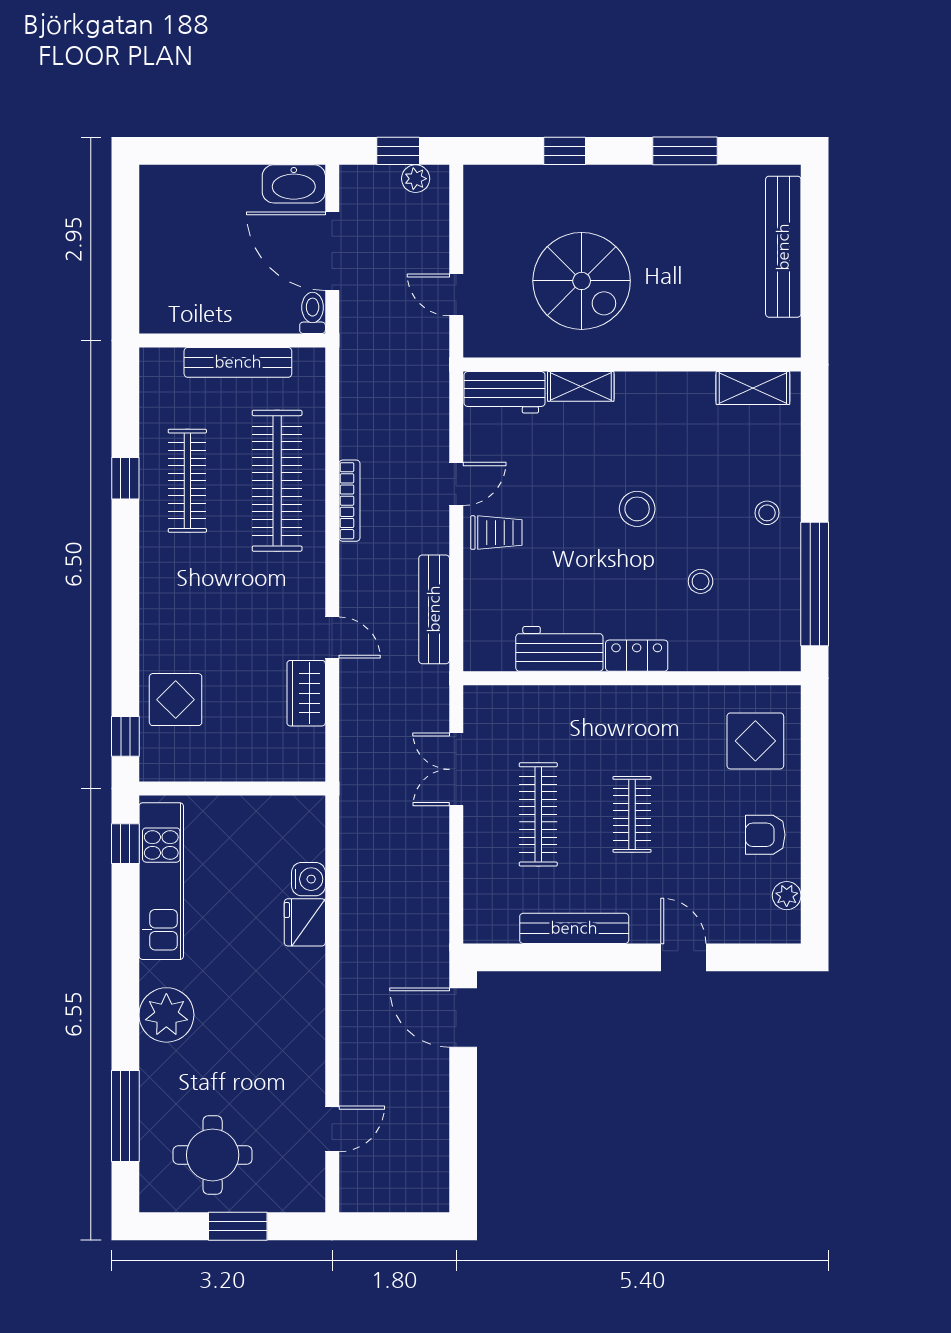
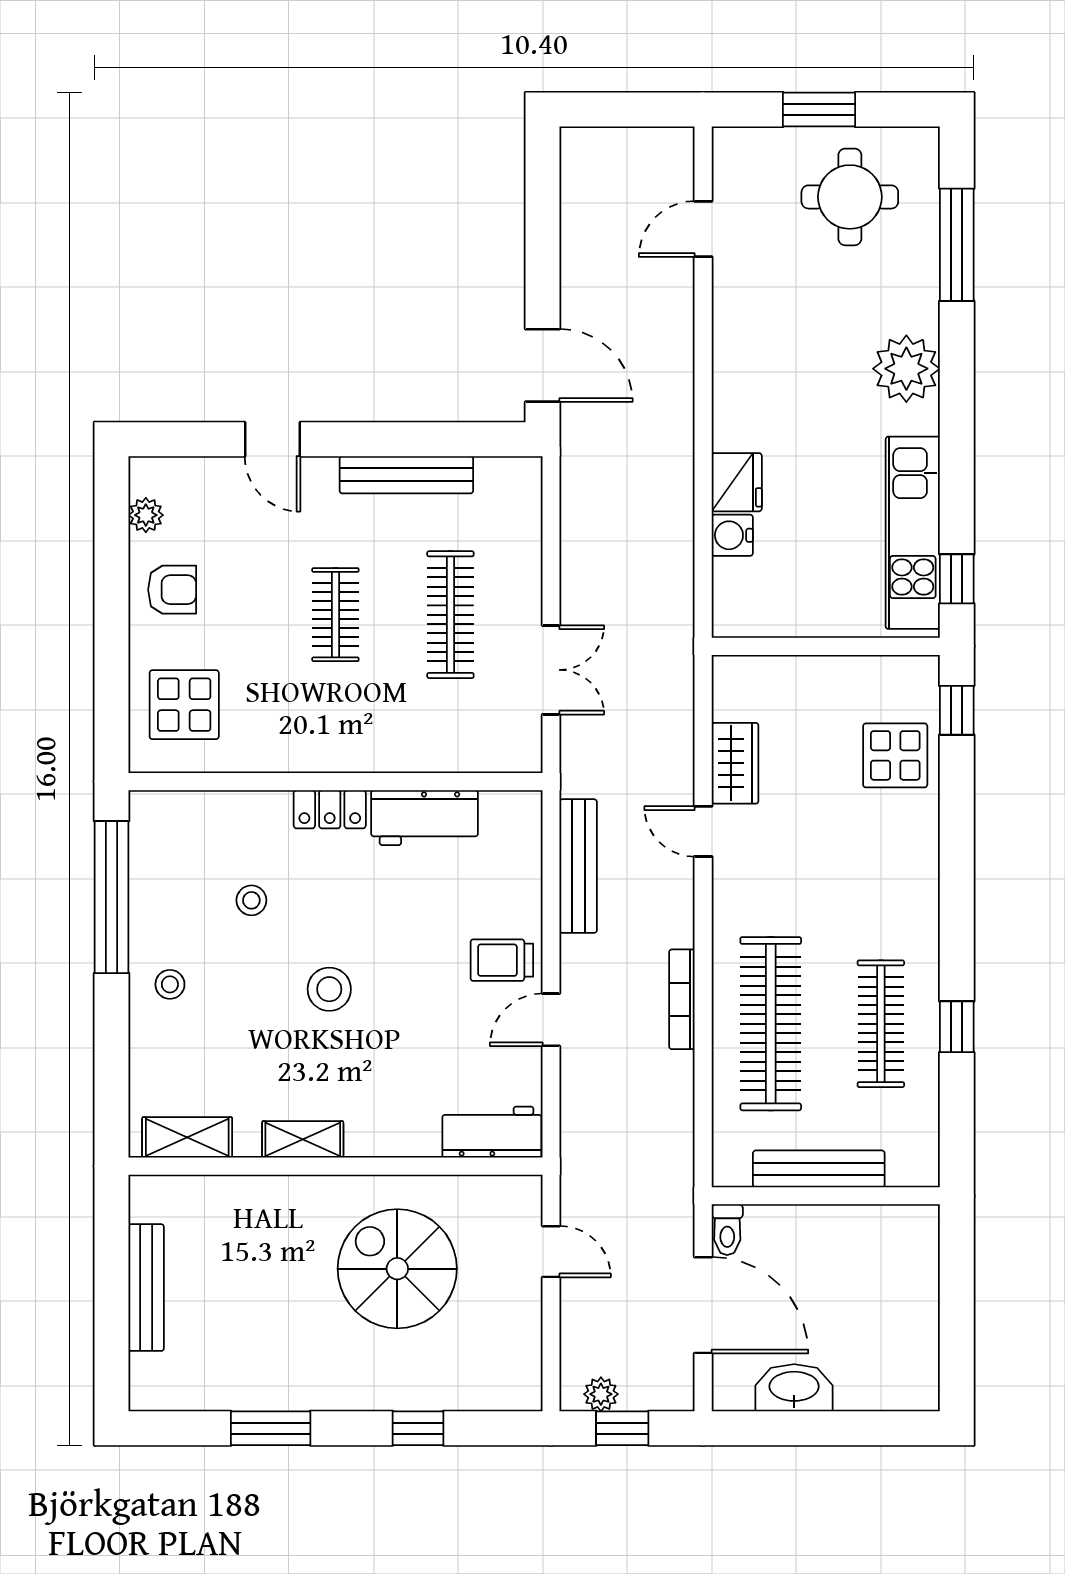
washbasin: (294, 184) -> (794, 1388), moved
bench: (783, 247) -> (146, 1288), width x0.73, depth x0.82
shelving: (581, 386) -> (303, 1139), moved

